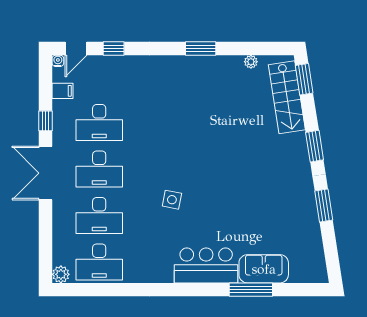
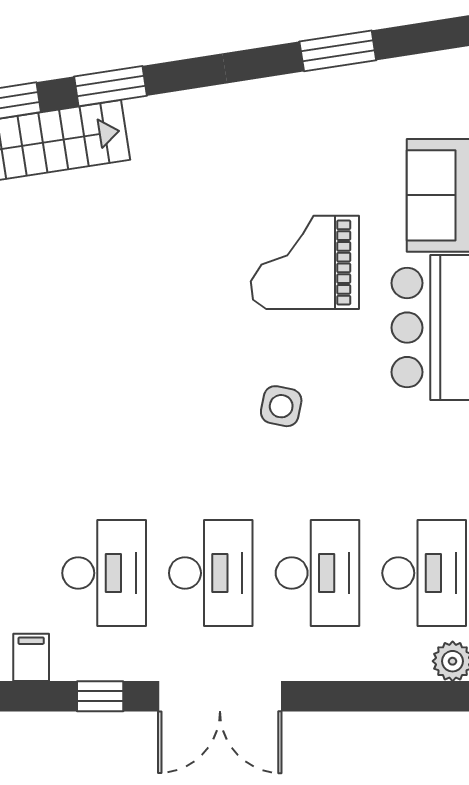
window: (315, 146) -> (111, 86), moved
window: (324, 205) -> (338, 51), moved
grand piano: (234, 210) -> (305, 262), added

